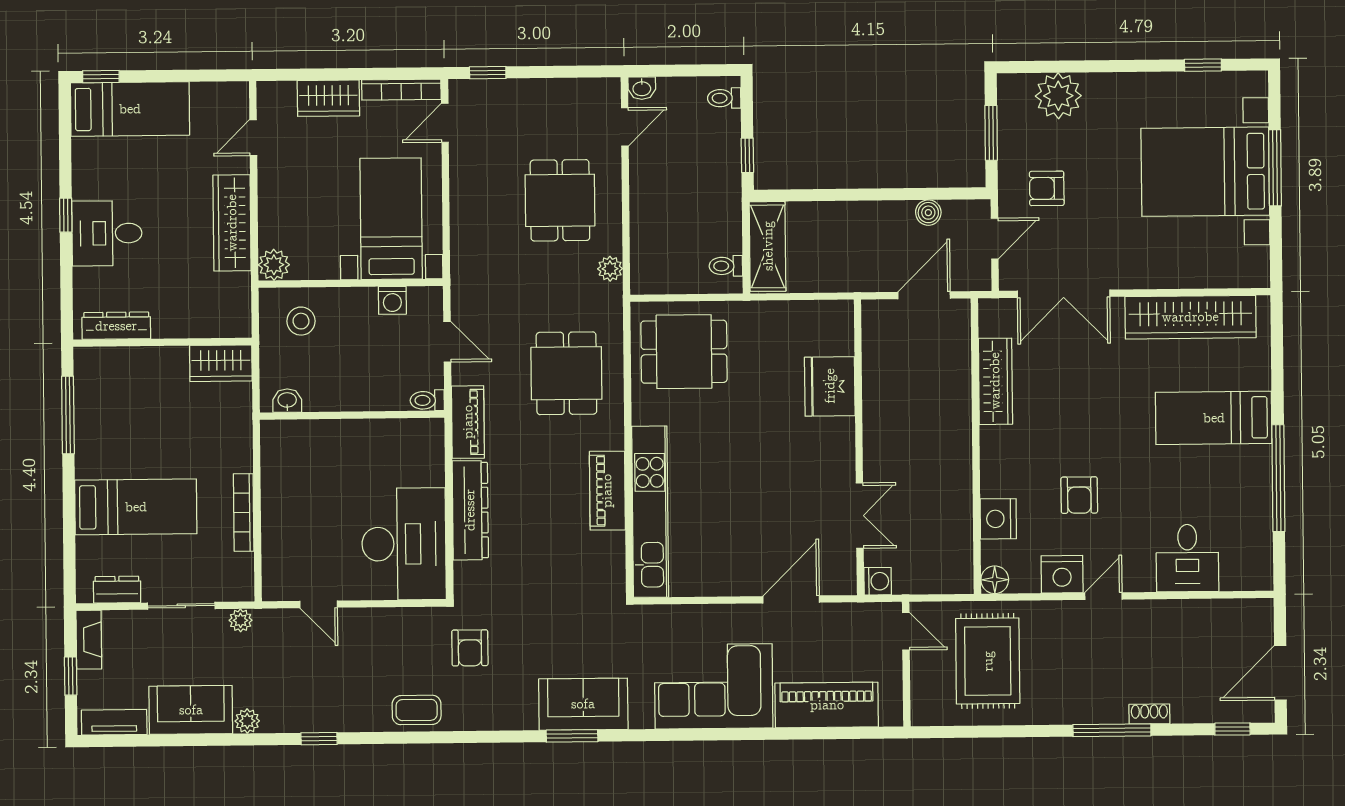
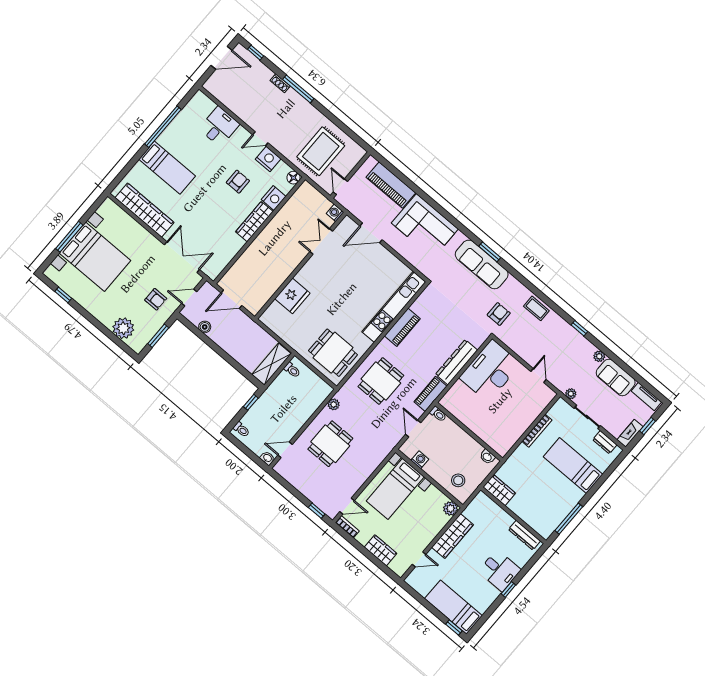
bookcase: (401, 90) -> (347, 527), width x0.64
wardrobe: (995, 381) -> (254, 222), moved
sofa: (583, 704) -> (482, 264), width x1.36

